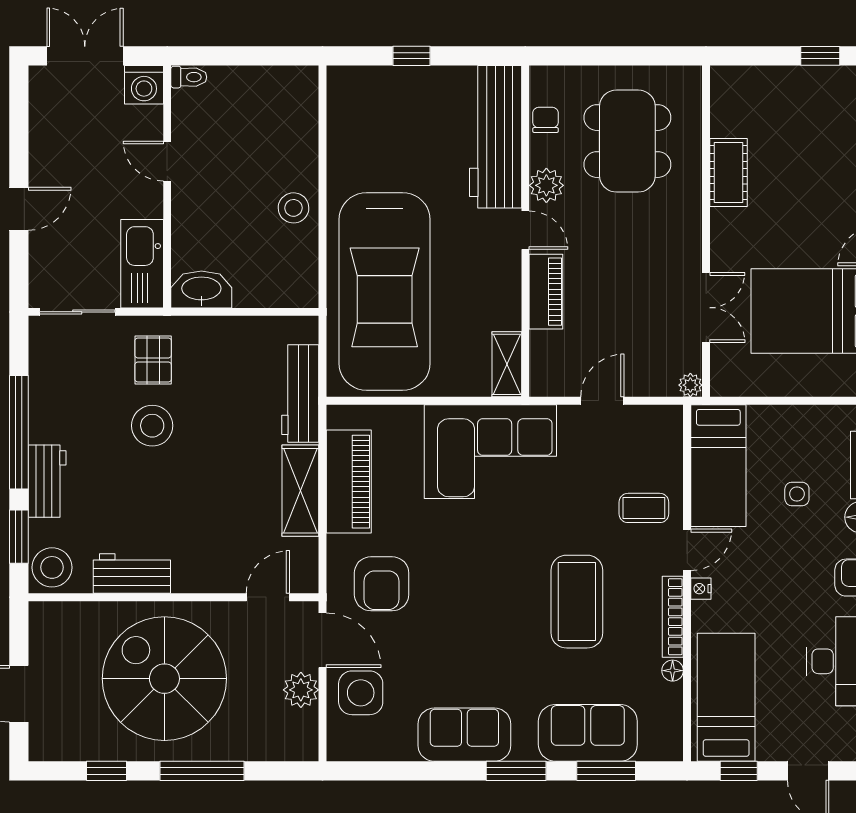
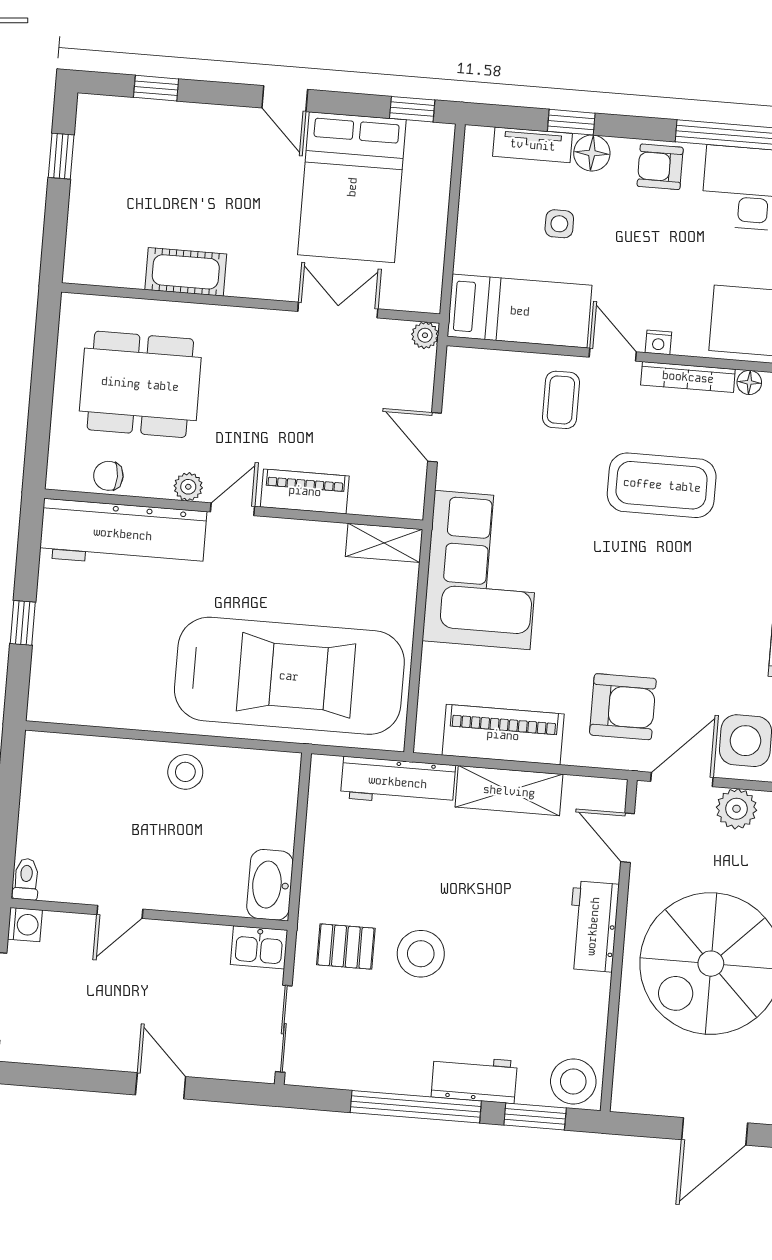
washing machine: (144, 85) -> (25, 925), width x0.73, depth x0.73
plant: (546, 185) -> (188, 487), width x0.73, depth x0.73
kitchen sink: (142, 264) -> (259, 947), width x0.53, depth x0.81
workbench: (132, 574) -> (593, 926), moved

